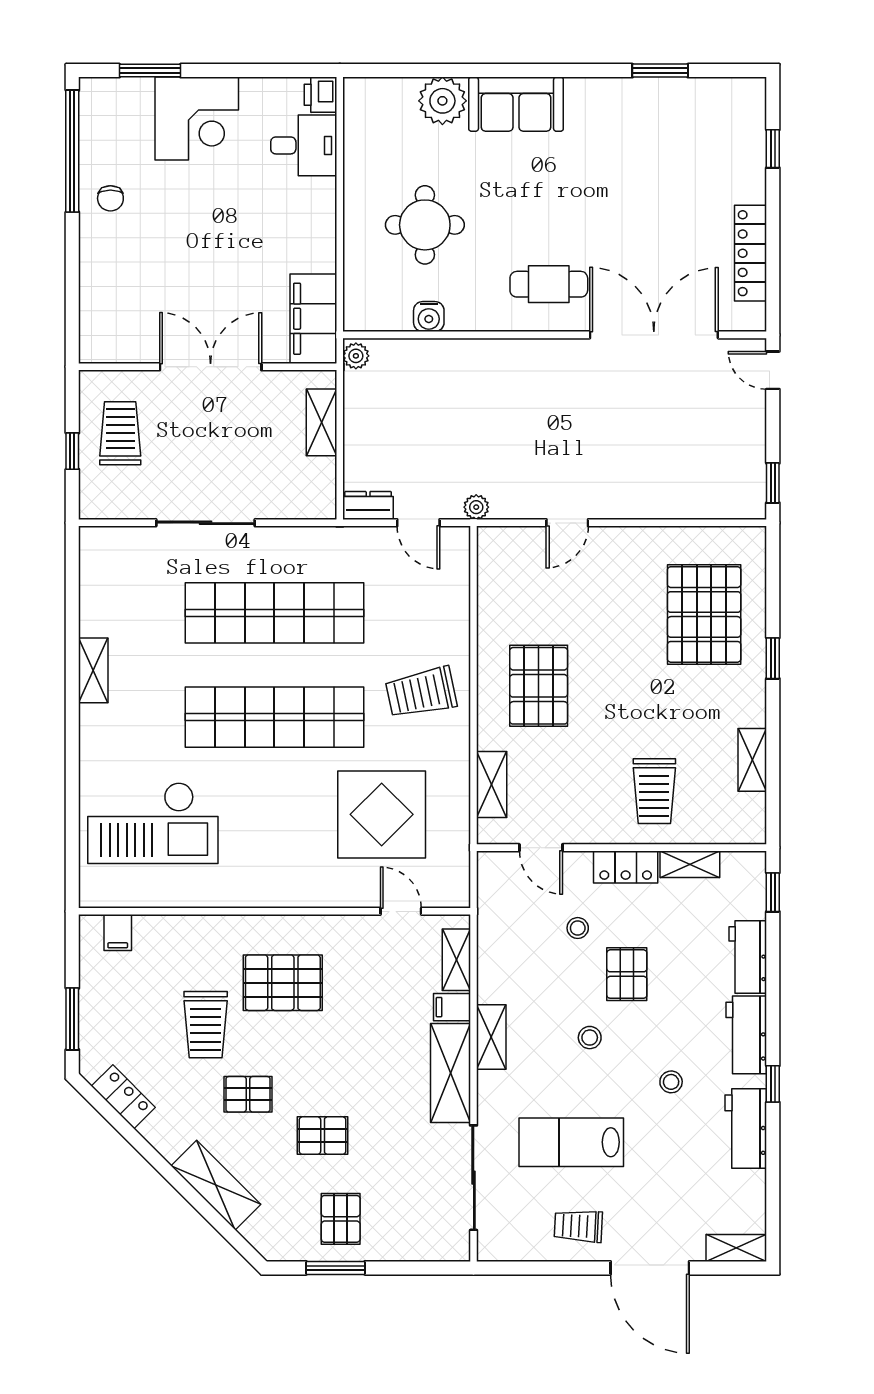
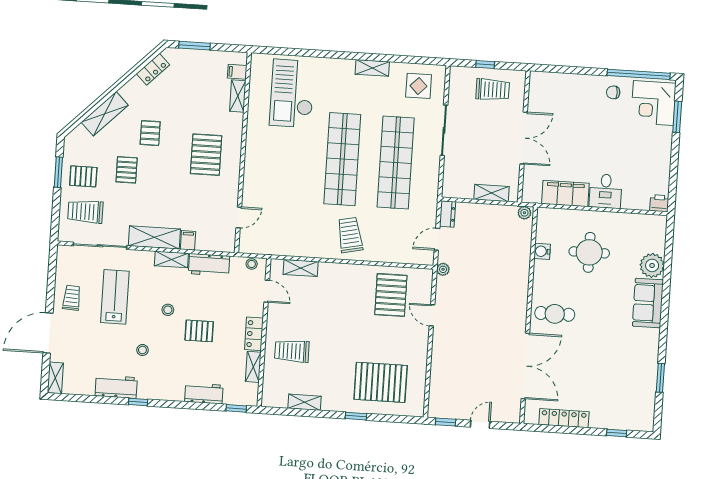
corner desk: (197, 119) -> (653, 103), moved
desk: (304, 145) -> (606, 191), moved
cafe table: (549, 284) -> (555, 314), turned 90
filing cabinet: (313, 319) -> (565, 194), moved
door: (773, 370) -> (480, 424), moved
pallet: (539, 686) -> (391, 295), moved, turned 90
display table: (382, 814) -> (419, 86), moved, width x0.54, depth x0.54
door: (541, 848) -> (267, 291), swing flipped
stool: (578, 928) -> (252, 264), moved
shelving: (456, 960) -> (238, 96), moved, turned 90
trolley: (206, 1025) -> (85, 212), moved
workbench: (746, 1035) -> (209, 265), moved, turned 180

